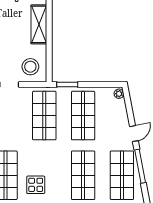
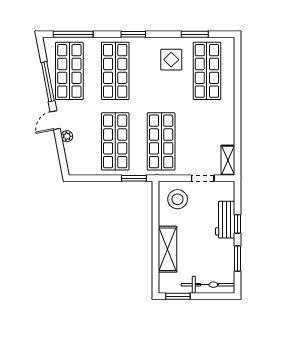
plant: (119, 94) -> (67, 136), moved

